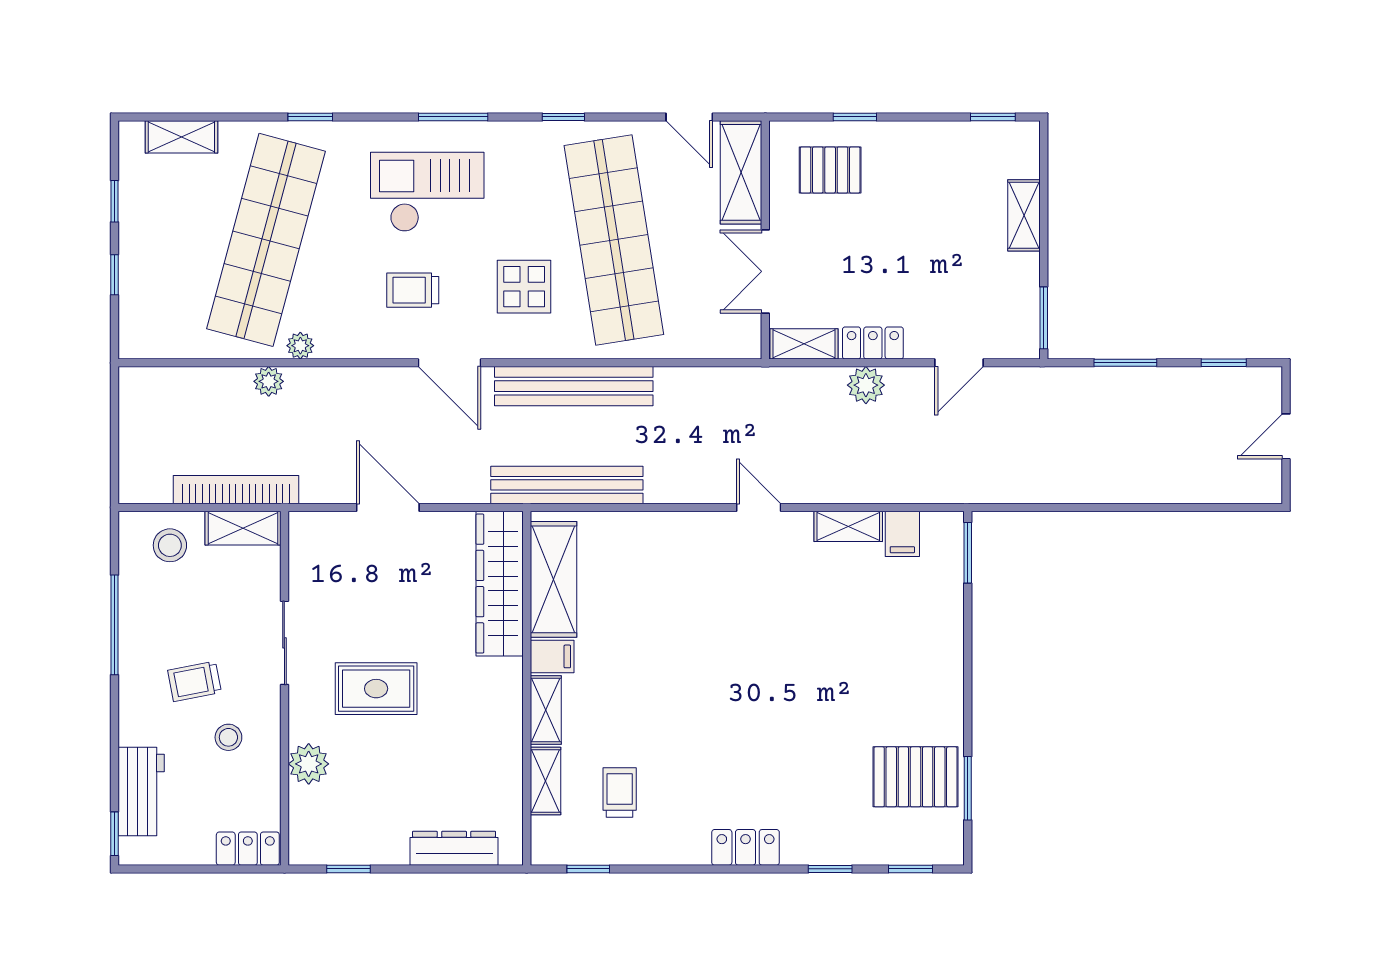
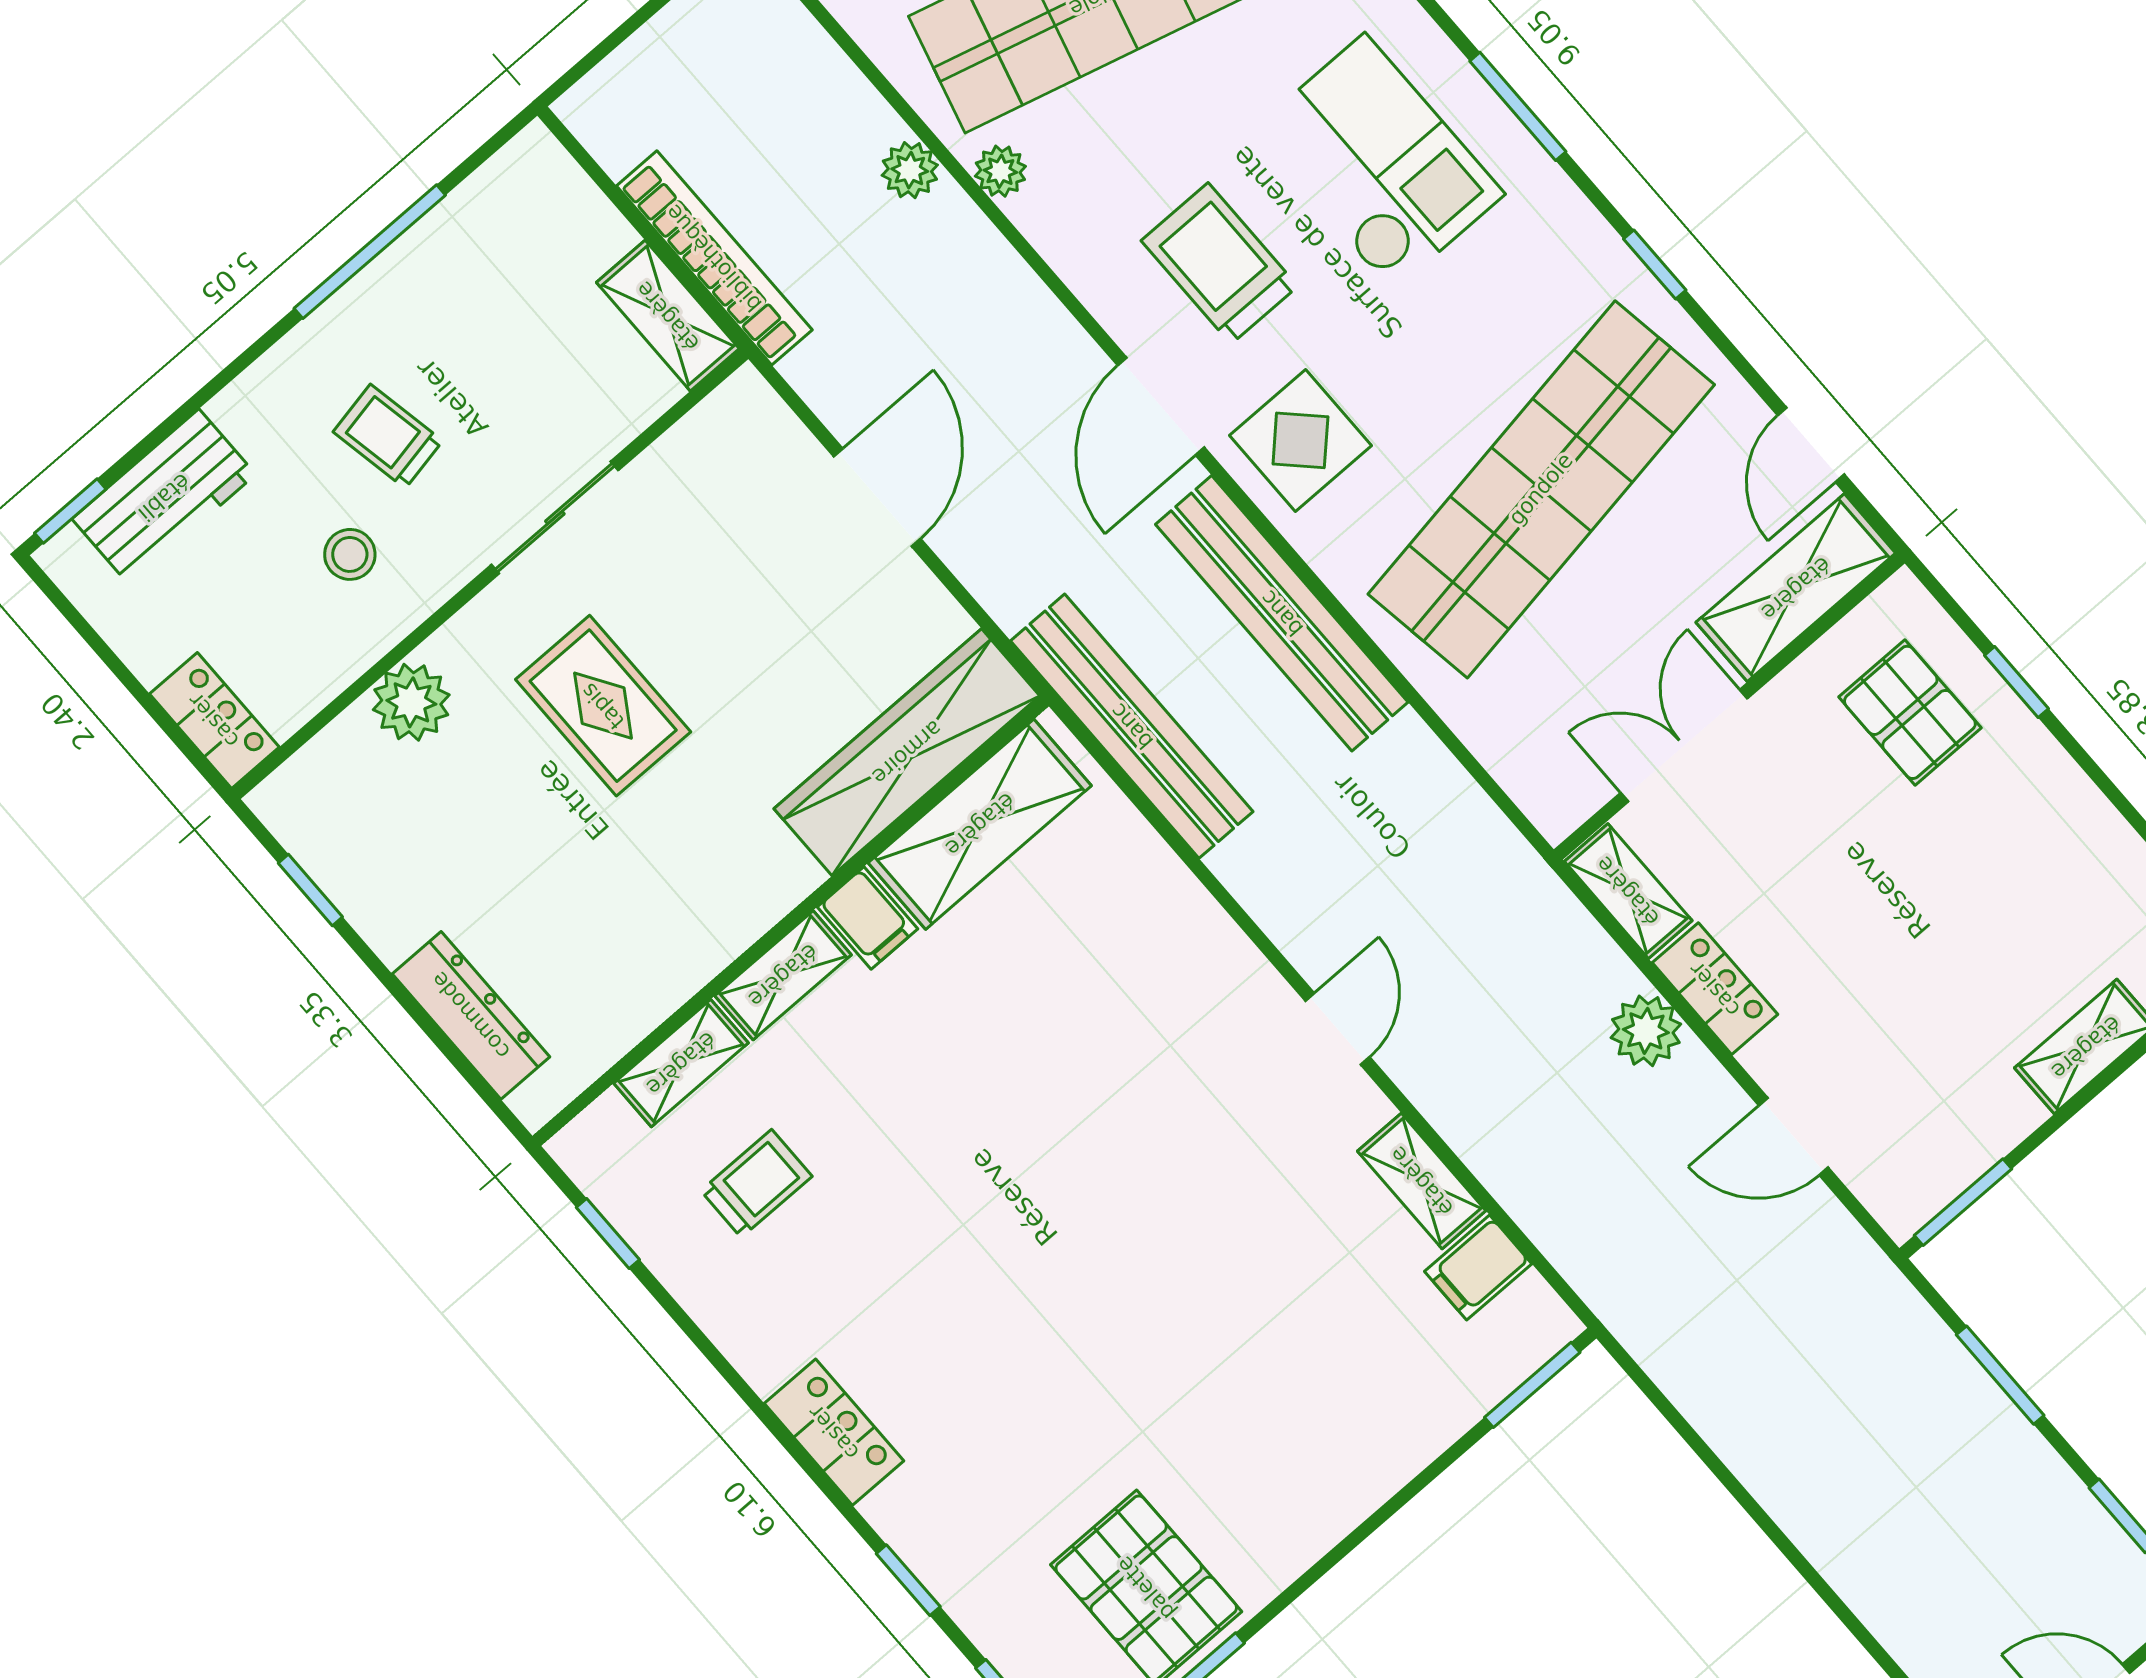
display table: (524, 287) -> (1300, 440), moved
trolley: (413, 290) -> (1220, 264), width x1.36, depth x1.39
stool: (170, 545) -> (552, 232), removed

